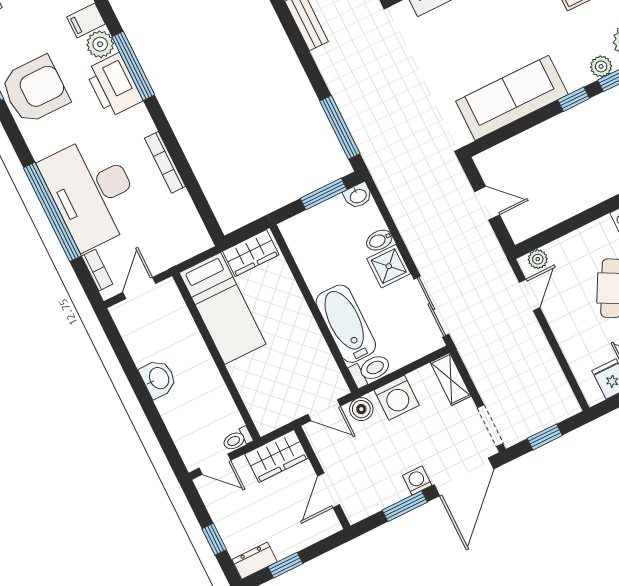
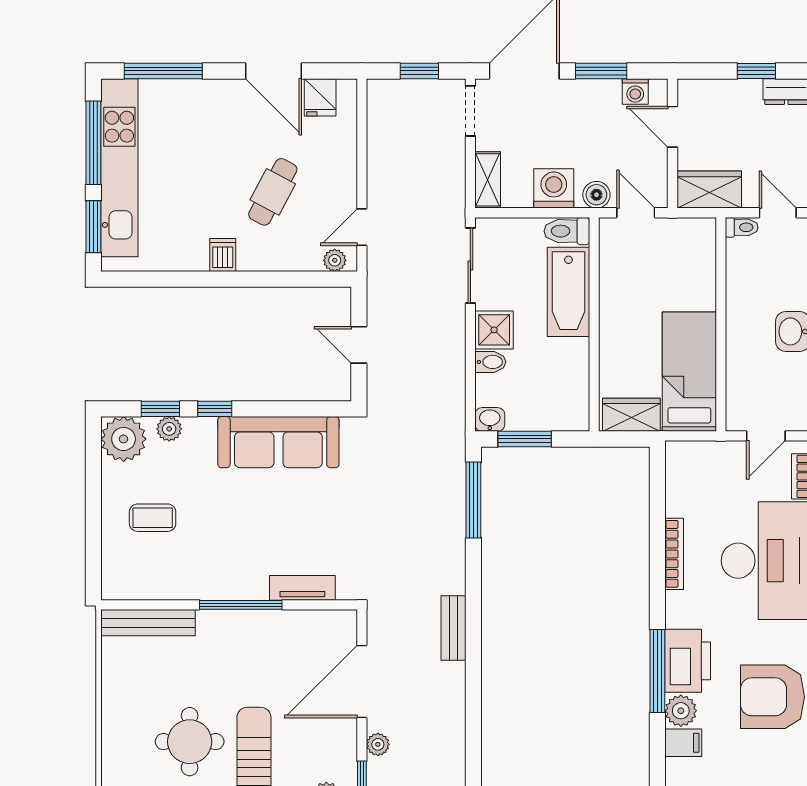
washing machine: (417, 480) -> (635, 91), moved
door: (329, 490) -> (673, 127), swing flipped

